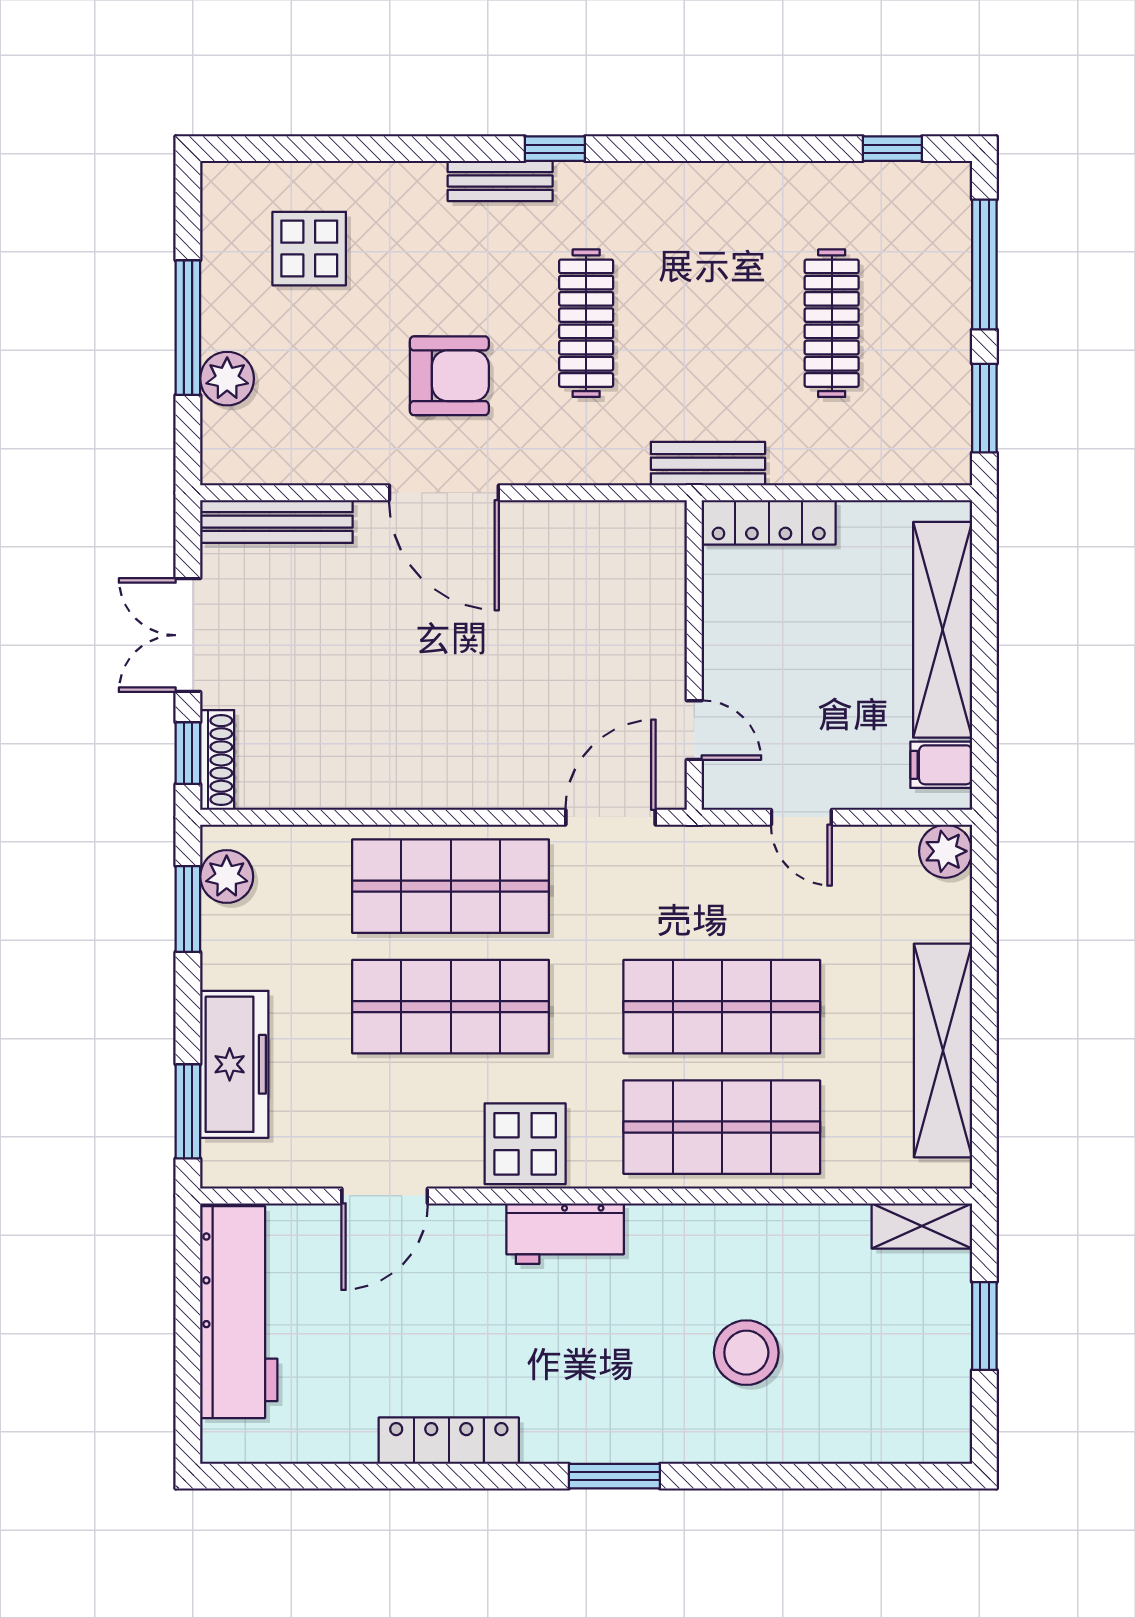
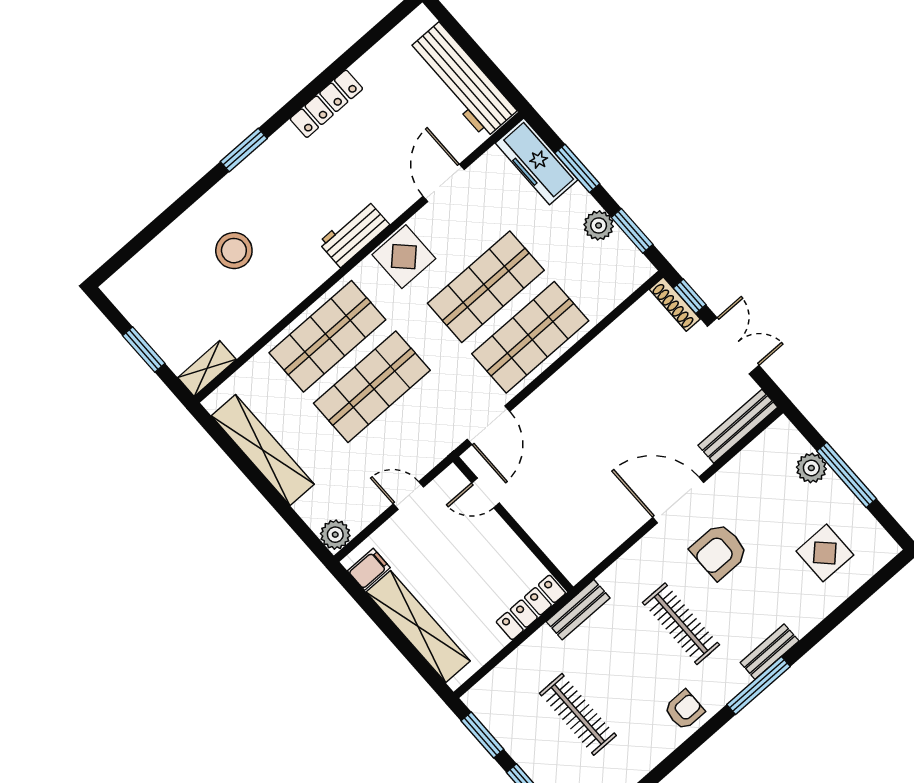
window: (555, 149) -> (758, 686), width x2.17
armchair: (683, 204) -> (684, 710), added
plant: (227, 877) -> (599, 225), moved
freezer: (234, 1064) -> (537, 161), moved
window: (188, 1111) -> (577, 168), moved

